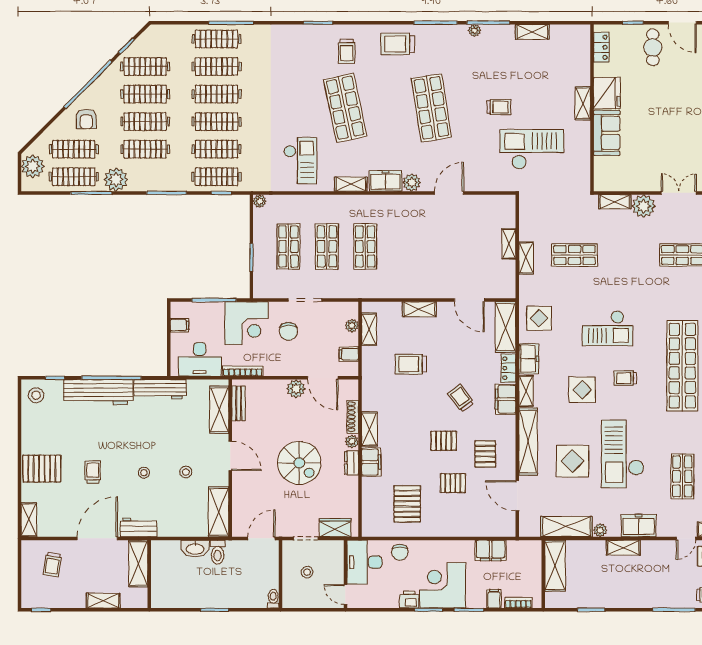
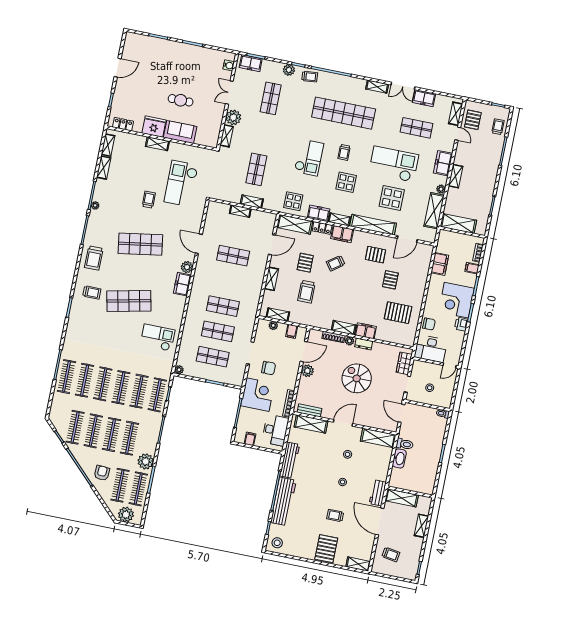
cafe table: (653, 47) -> (181, 100), moved
armchair: (86, 119) -> (102, 473), turned -86
shelving: (351, 184) -> (108, 145), moved
shop shelf: (442, 247) -> (233, 256), added
pallet: (444, 441) -> (305, 263), moved
checkout: (623, 454) -> (394, 164), turned 180
spiral stairs: (299, 463) -> (357, 378), turned -90

